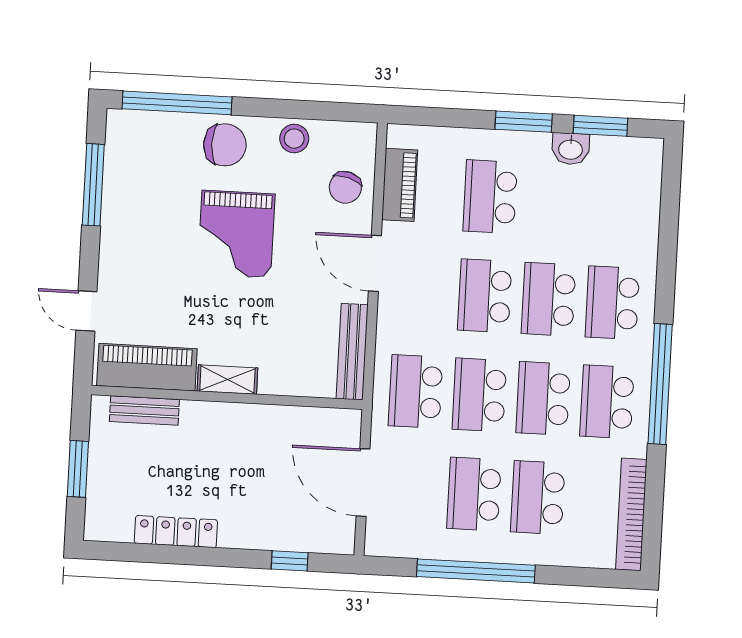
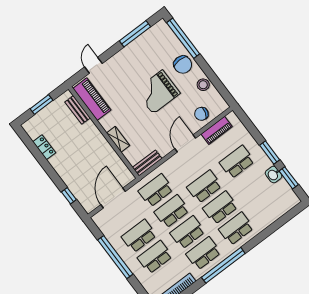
bench: (352, 352) -> (147, 163), width x0.73
shelving: (227, 380) -> (118, 139), moved
locker: (176, 532) -> (44, 147), width x0.66

